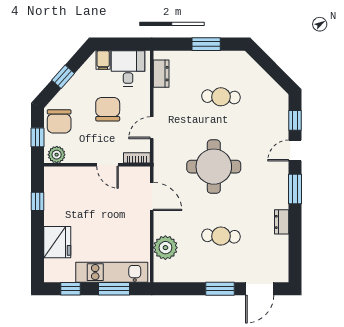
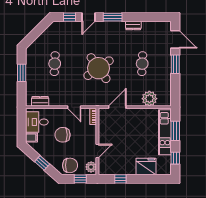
door: (295, 151) -> (88, 17), hinge flipped
door: (107, 165) -> (97, 151), moved
round table: (214, 167) -> (99, 68), turned -35

